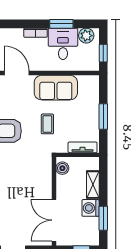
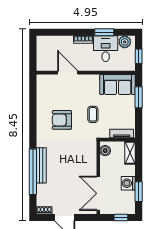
sofa: (56, 88) -> (118, 85), moved
window: (103, 117) -> (139, 97), moved
shelving: (93, 185) -> (130, 153), moved

